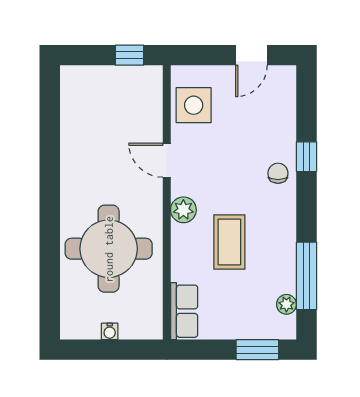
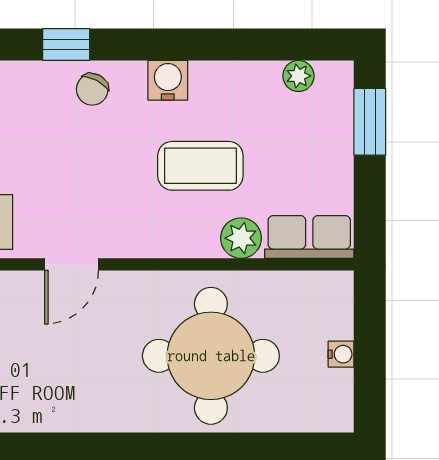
chair: (278, 173) -> (92, 89), turned -62
plant: (183, 210) -> (241, 238), moved
water cooler: (284, 221) -> (168, 80), added
window: (306, 276) -> (254, 45), removed

